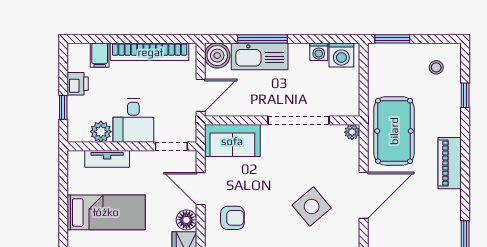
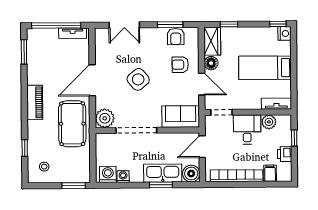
window: (263, 39) -> (161, 185), width x0.69
plant: (352, 132) -> (105, 118), width x1.88, depth x1.88
tv unit: (107, 159) -> (276, 104), moved
side table: (312, 206) -> (138, 79), moved

